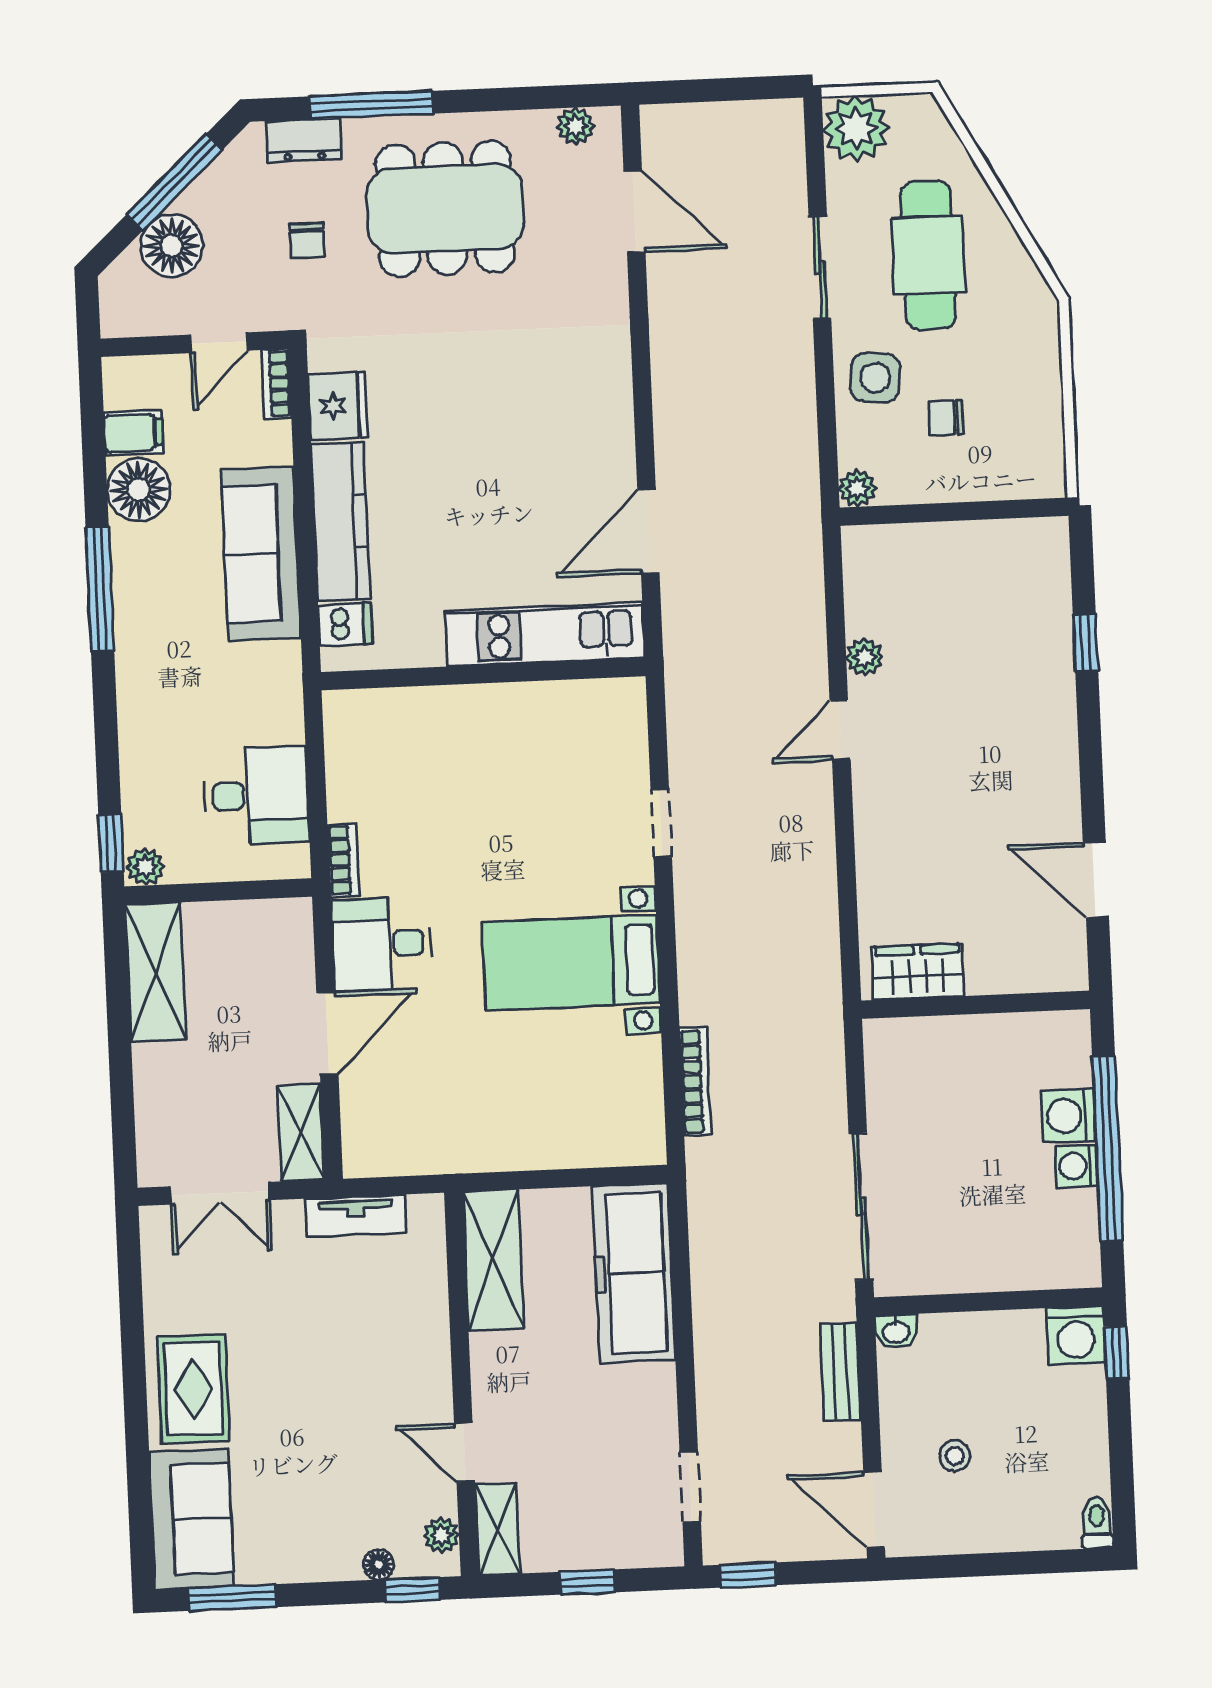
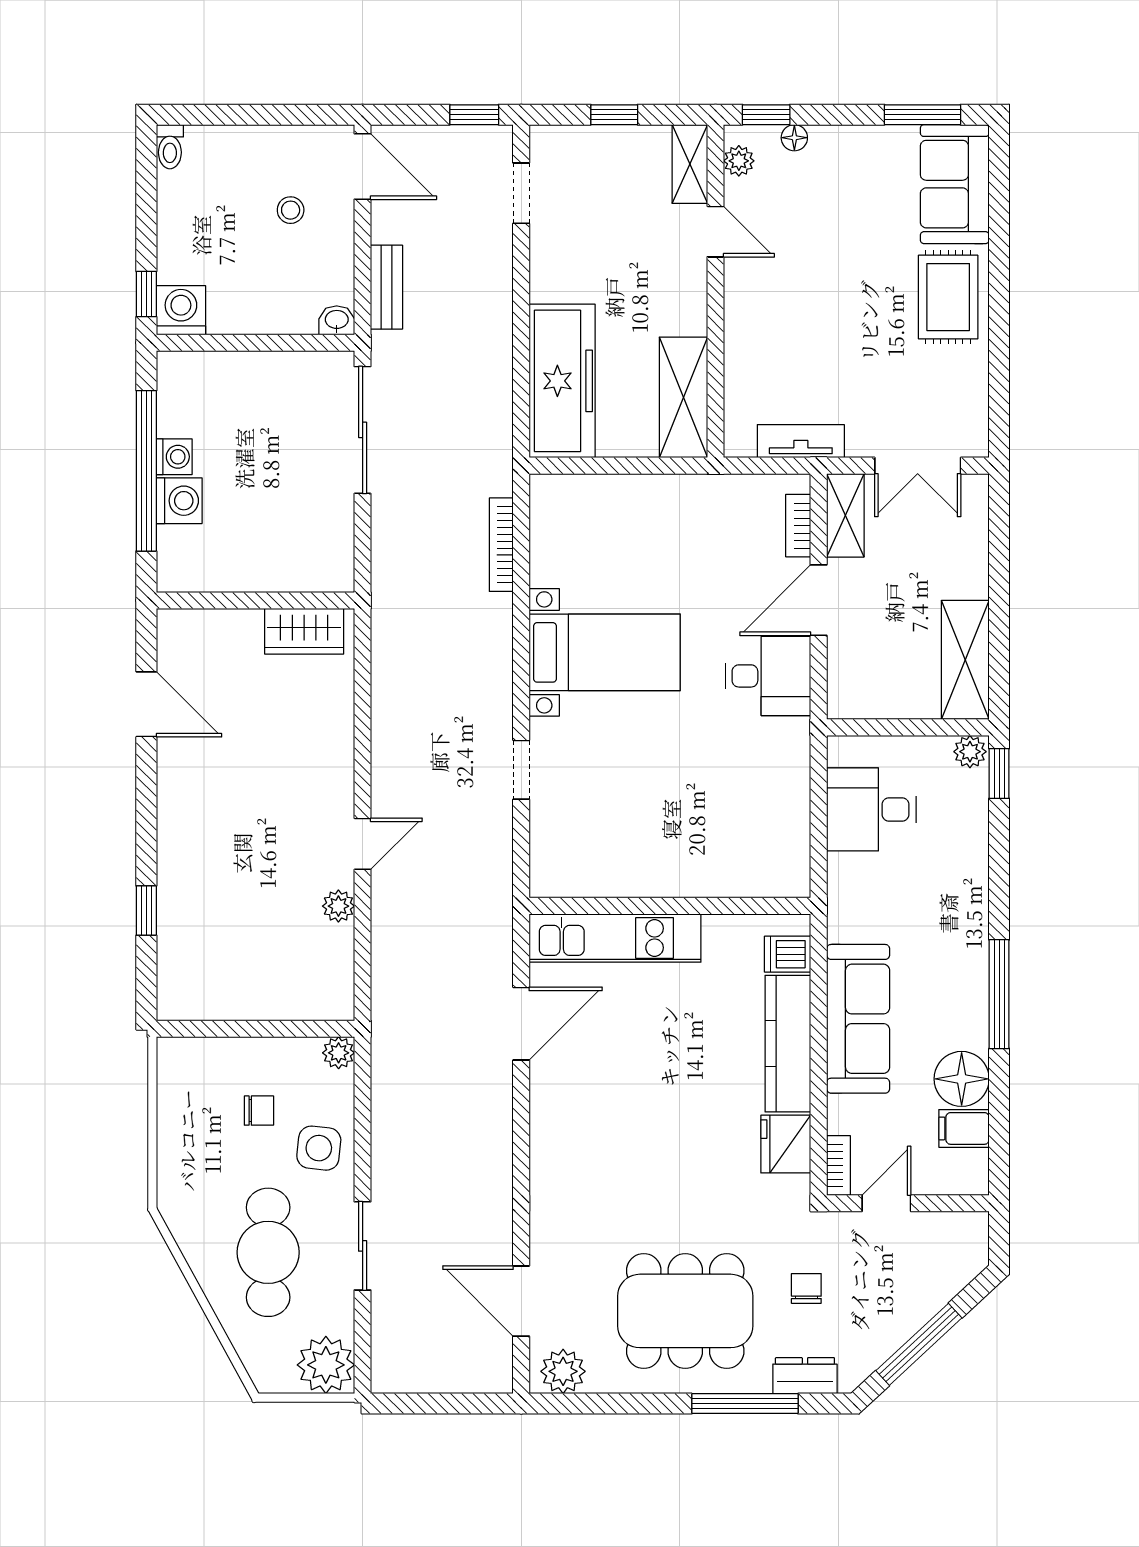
plant: (576, 126) -> (563, 1371), width x1.38, depth x1.38
floor lamp: (172, 246) -> (924, 1289), removed
bookcase: (343, 860) -> (798, 526), moved
double door: (220, 1193) -> (918, 466), swing flipped

